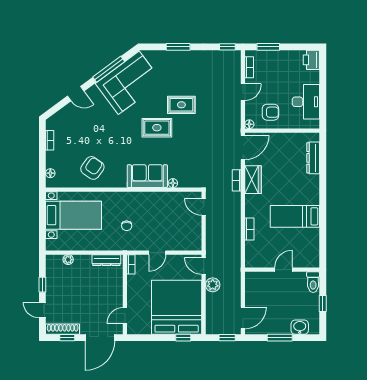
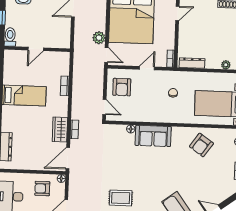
rug: (157, 128) -> (143, 178), removed
armchair: (185, 230) -> (122, 87), added

